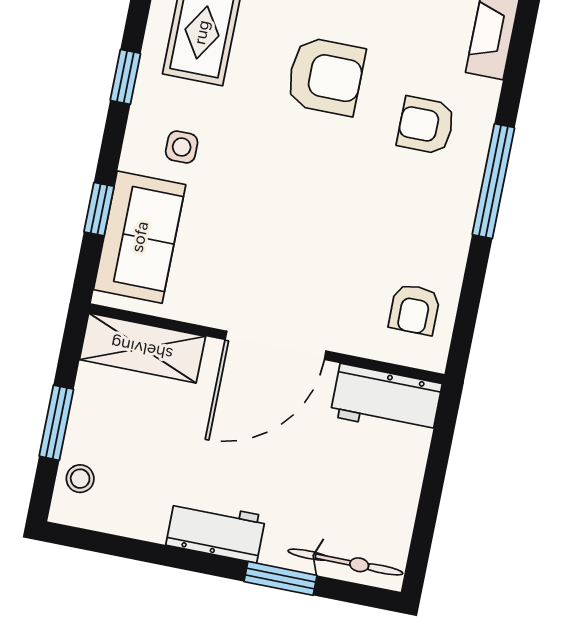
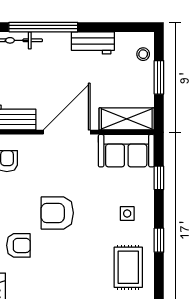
armchair: (326, 76) -> (57, 213), moved
sofa: (140, 237) -> (126, 151), moved, turned -90
workbench: (216, 531) -> (93, 43), moved
window: (281, 578) -> (43, 27), width x2.11

